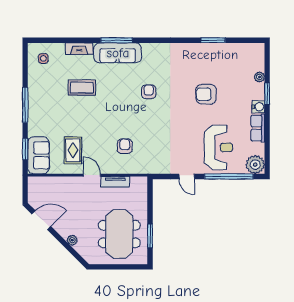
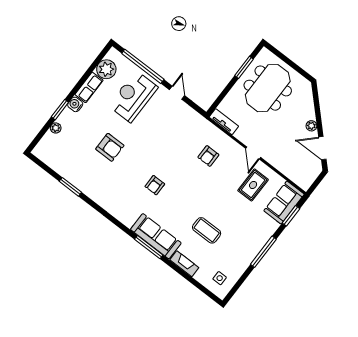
plant: (255, 165) -> (106, 69), moved
tv unit: (115, 182) -> (224, 122), moved
plant: (72, 240) -> (311, 126), moved

